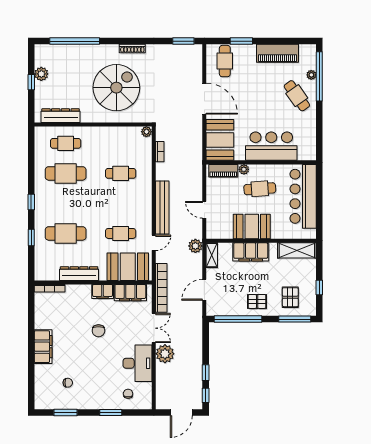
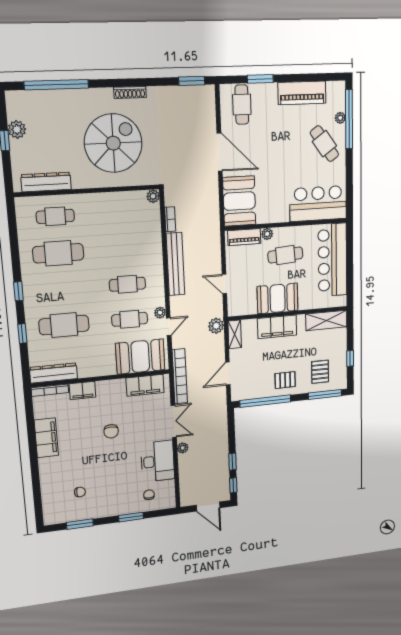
bar counter: (271, 146) -> (318, 204), moved
cafe table: (121, 173) -> (127, 284), moved
bench: (162, 208) -> (175, 264), moved
plant: (147, 230) -> (160, 313), added
dresser: (79, 274) -> (54, 373), moved
filing cabinet: (103, 291) -> (82, 390), moved
filing cabinet: (43, 347) -> (46, 438), moved
plant: (165, 354) -> (183, 448), width x0.53, depth x0.53
door: (181, 413) -> (208, 506), hinge flipped

